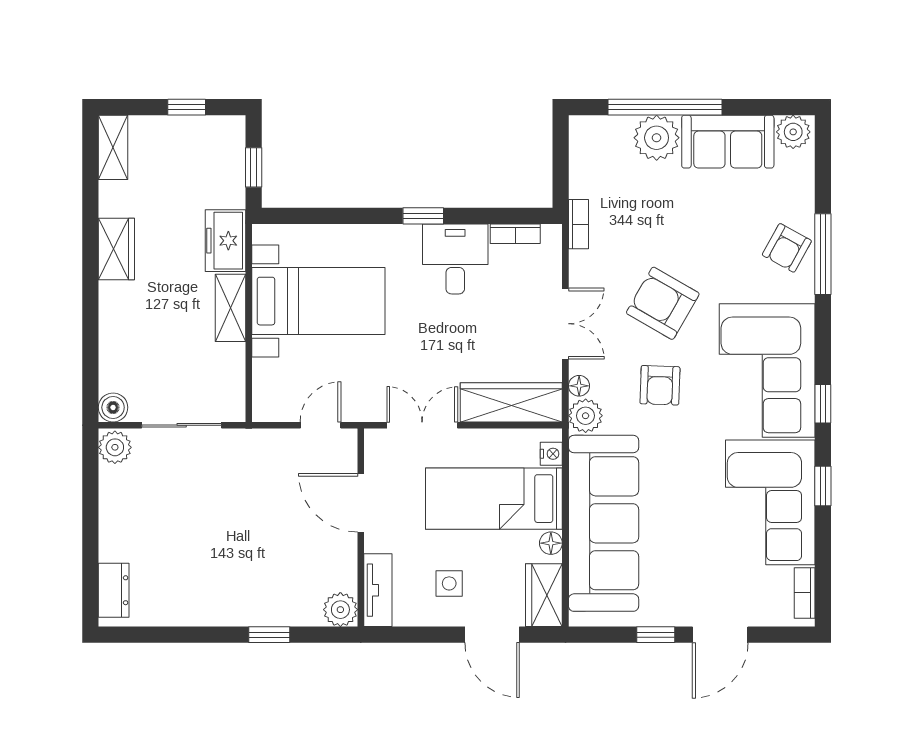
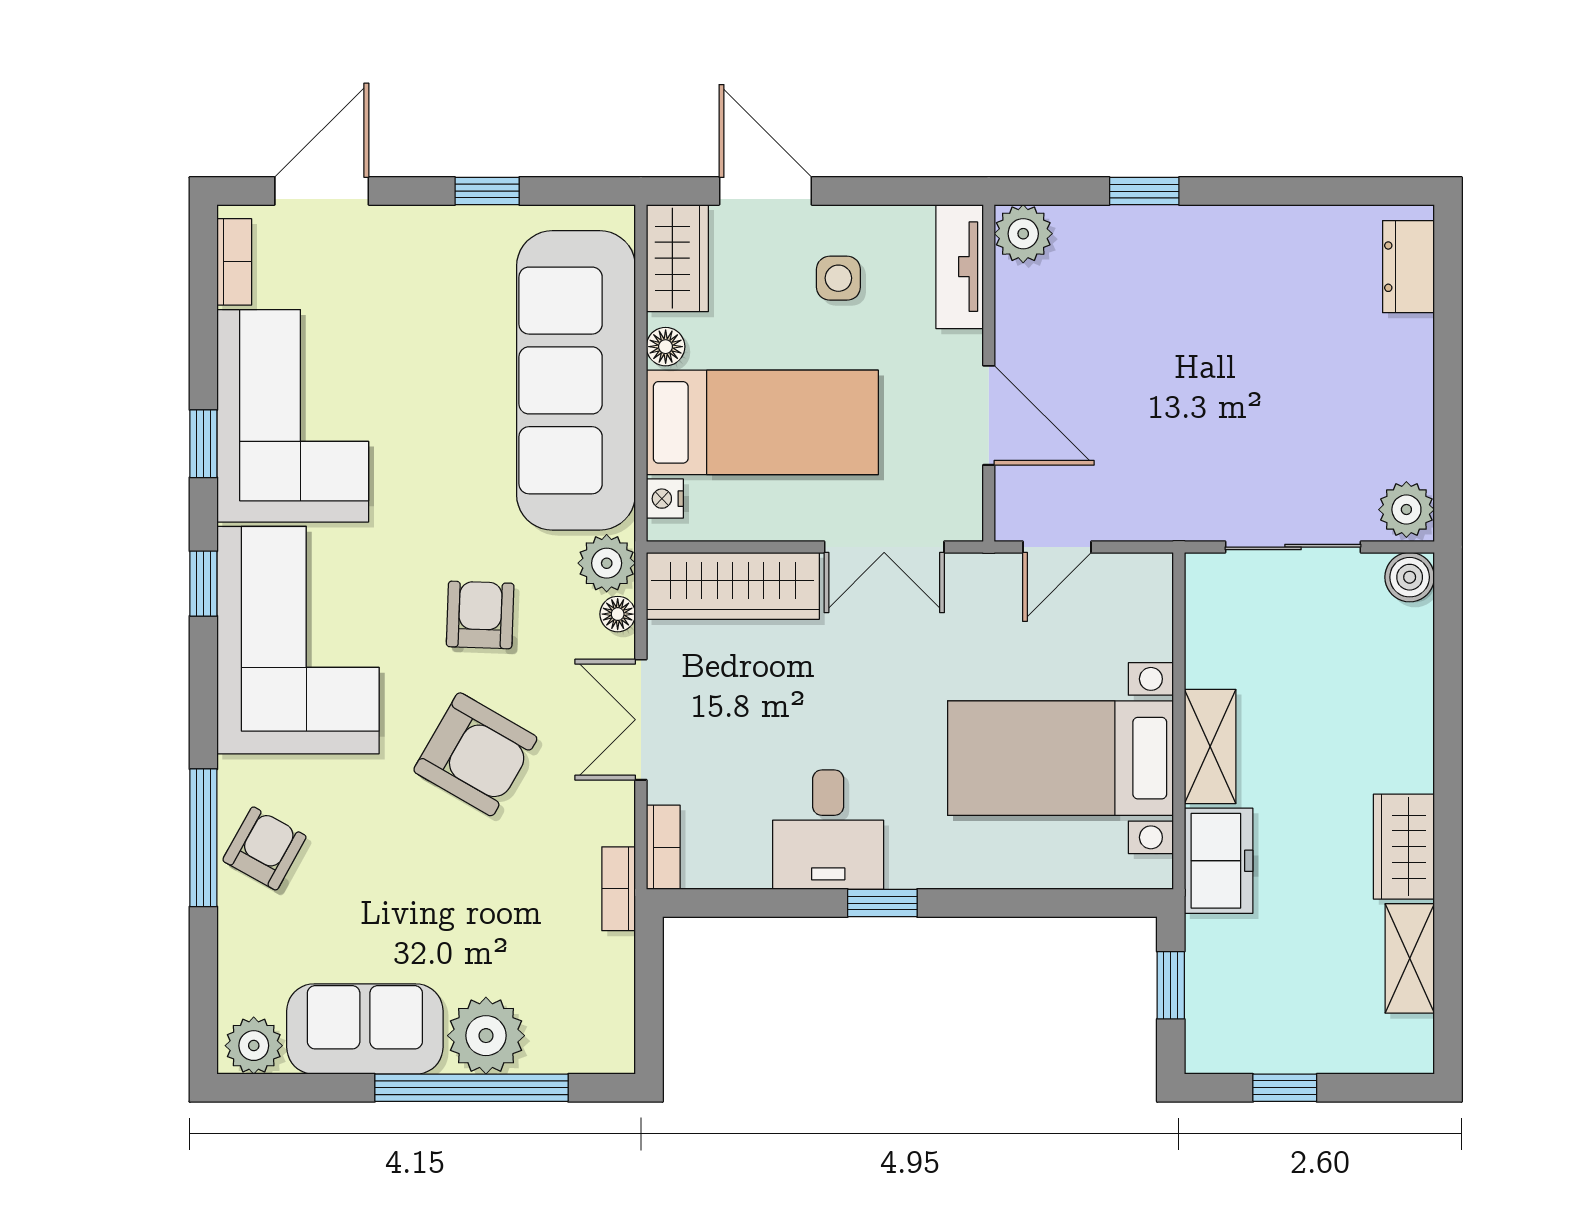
shelving: (113, 147) -> (1410, 958), moved
bookcase: (515, 234) -> (663, 847), moved, turned 90
door: (720, 635) -> (322, 191), moved

